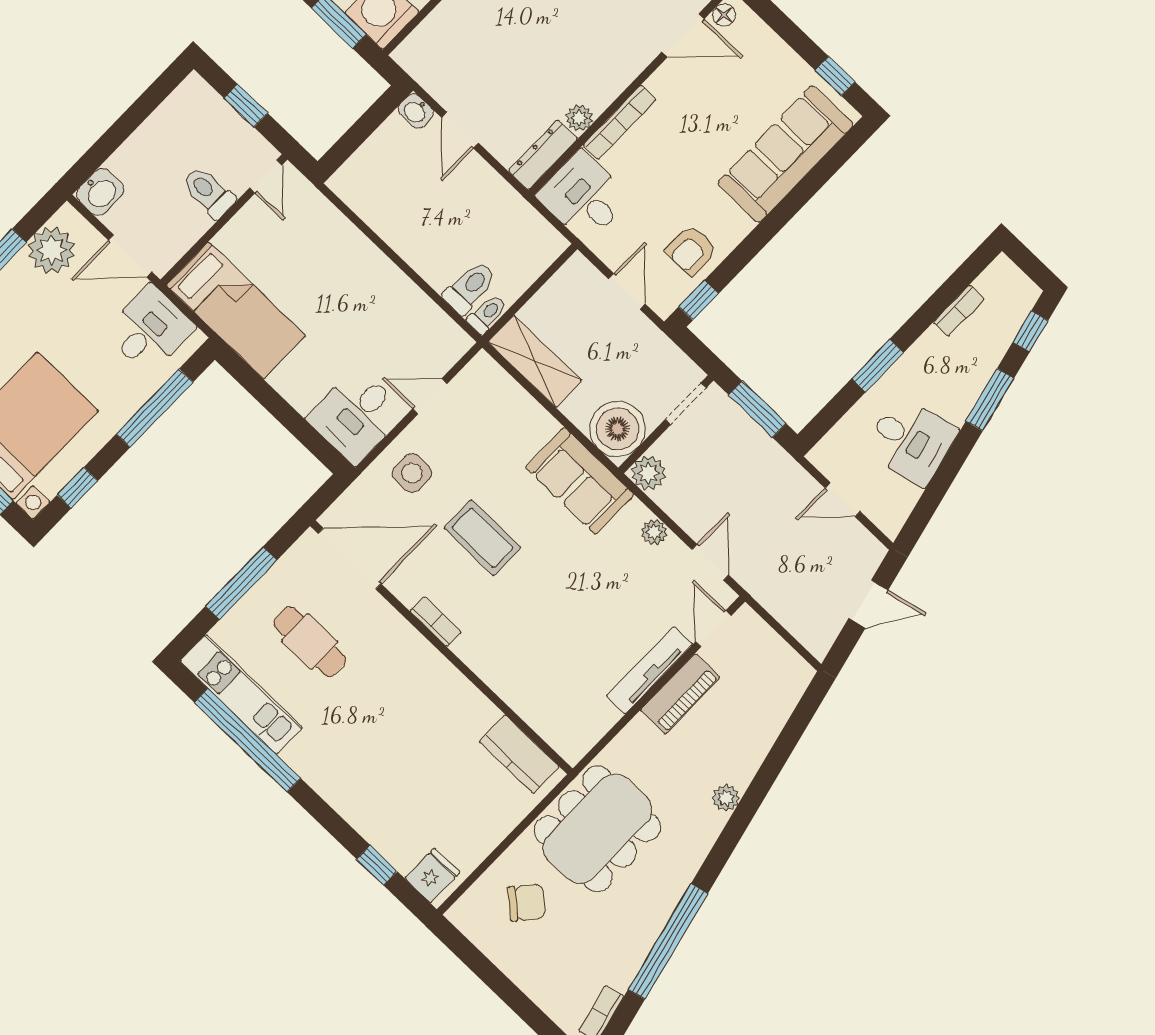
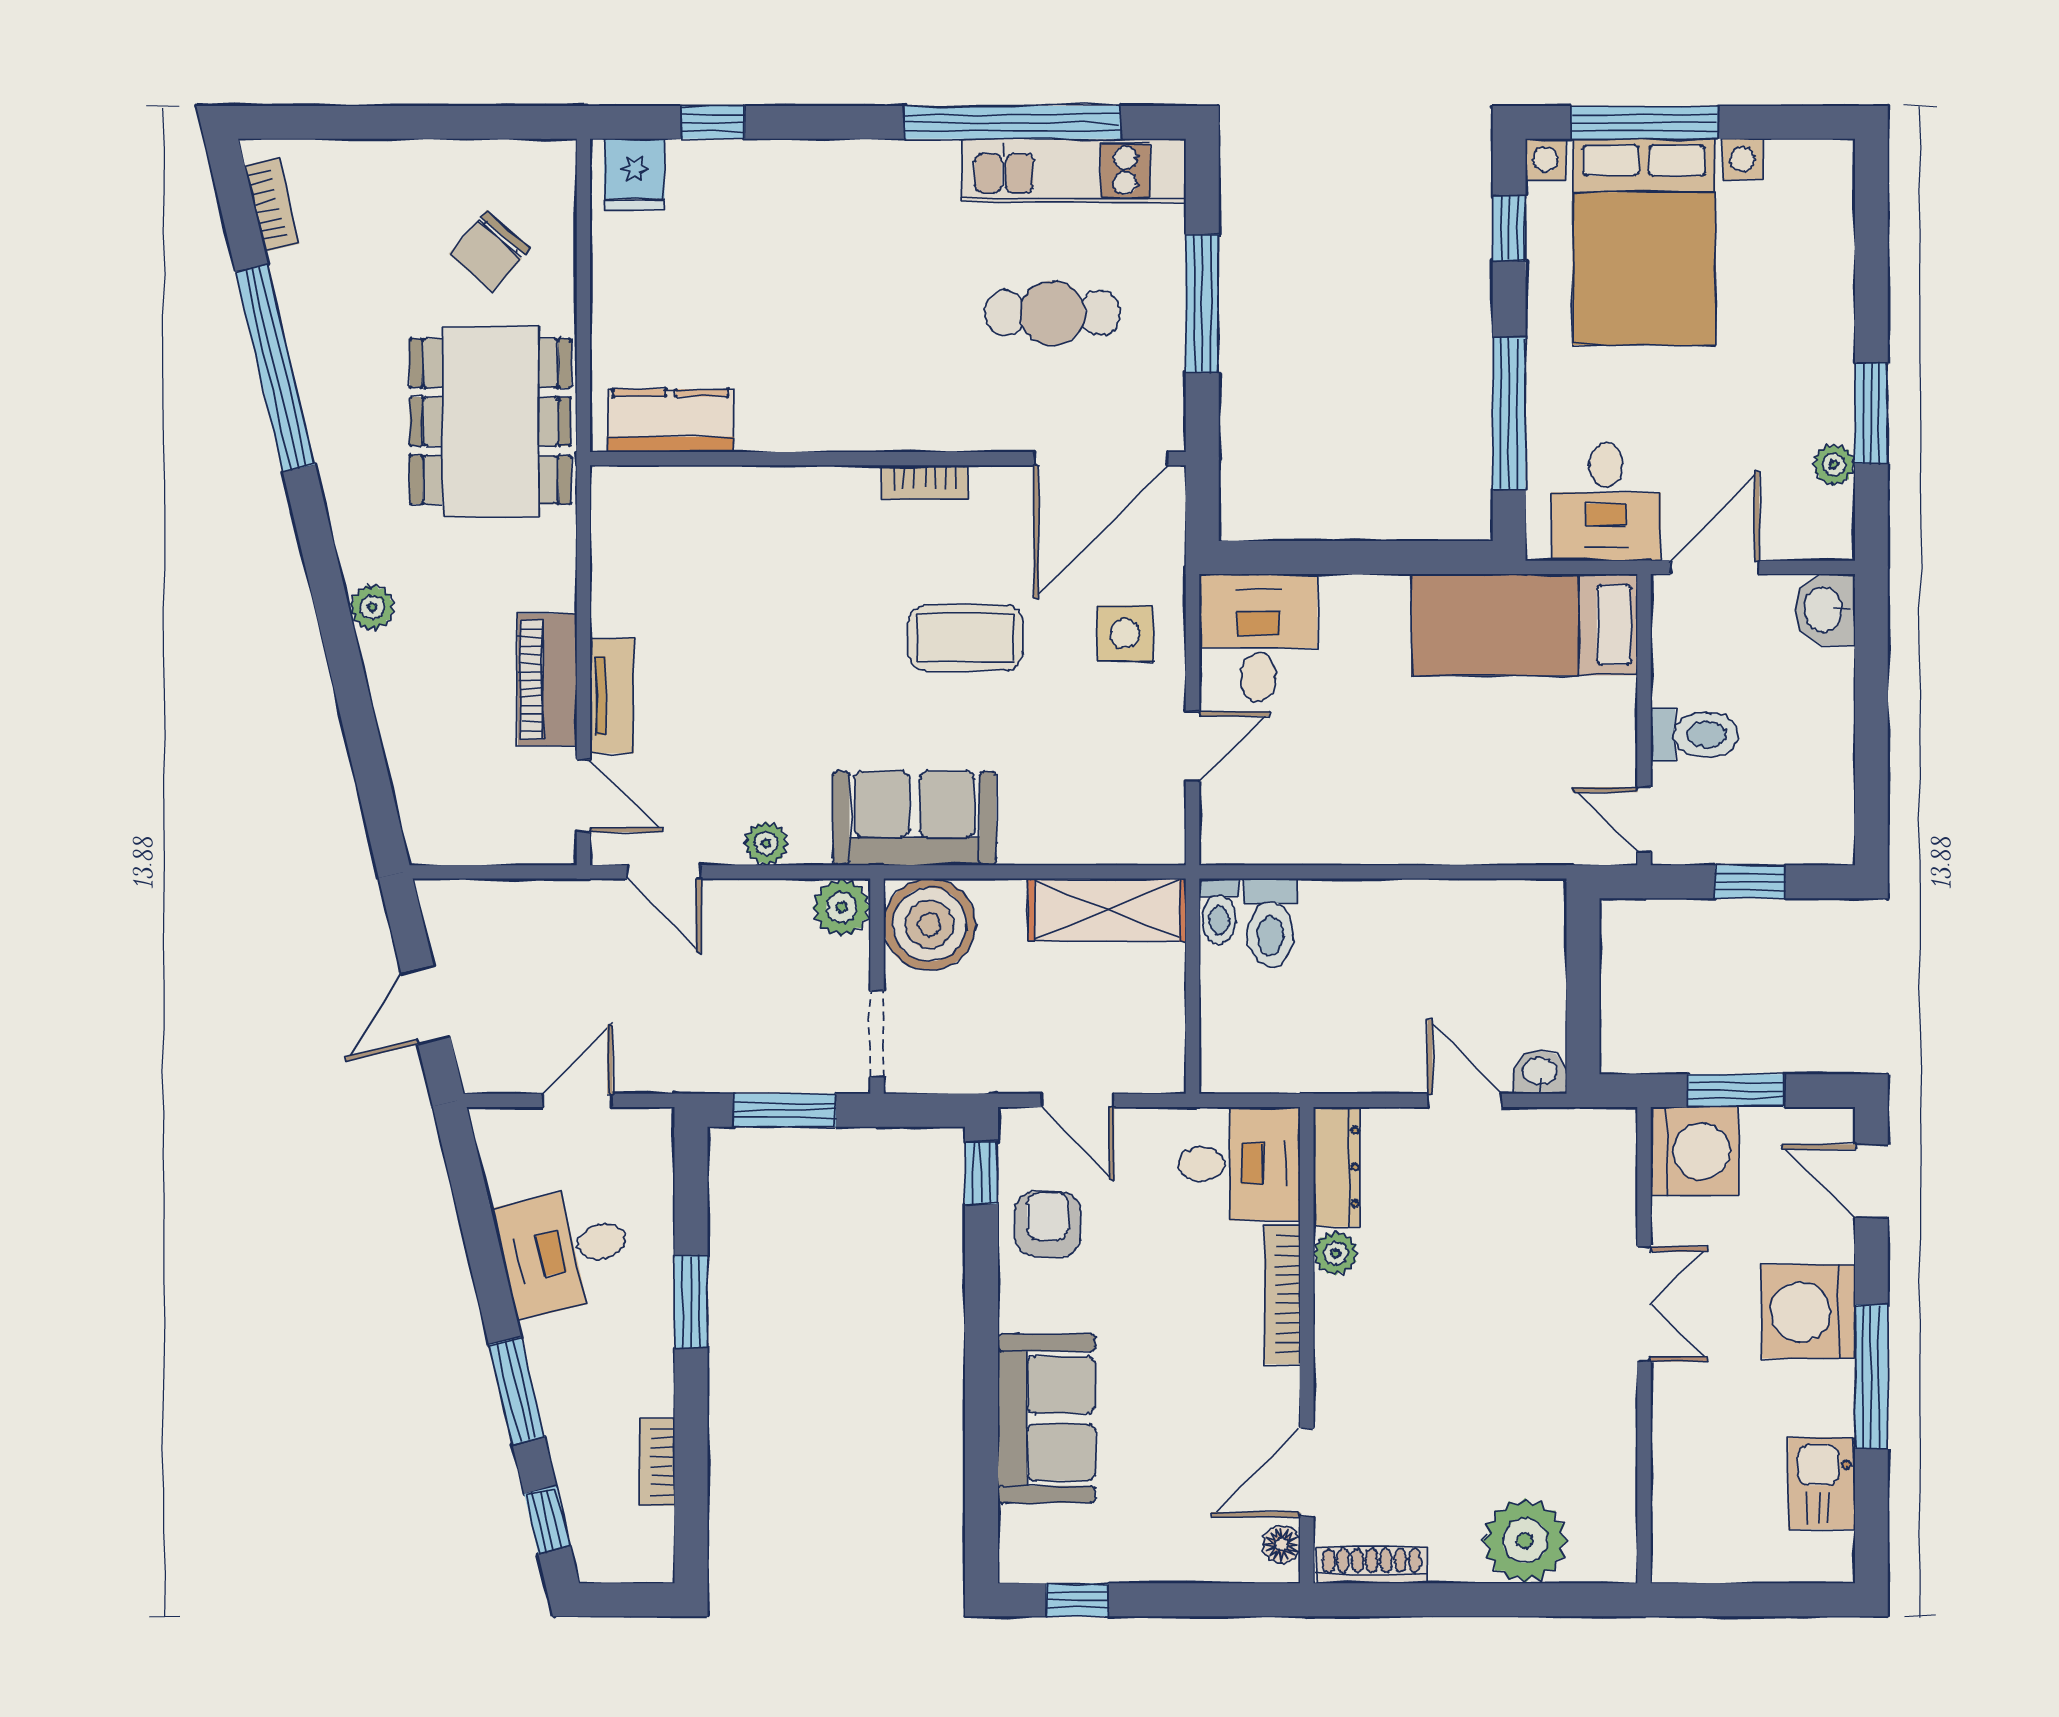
sofa: (786, 154) -> (1047, 1419), width x0.73
plant: (51, 250) -> (1834, 465), width x0.53, depth x0.53
tv unit: (649, 670) -> (612, 696), width x0.71

